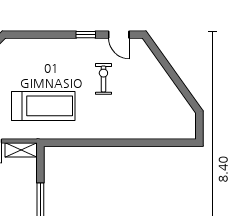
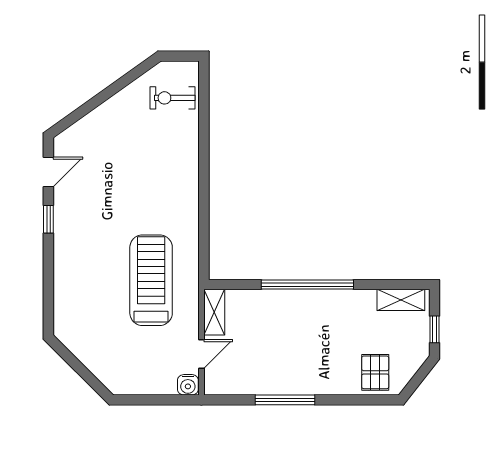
exercise bike: (103, 79) -> (173, 98), moved

